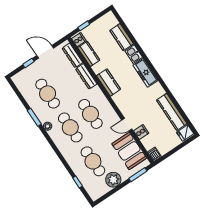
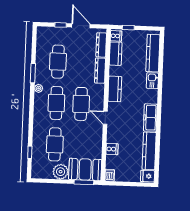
kitchen counter: (122, 37) -> (153, 53), width x1.50
freezer: (145, 73) -> (150, 118), moved
door: (127, 125) -> (105, 118), moved
booth: (129, 151) -> (85, 169), moved, turned 90

